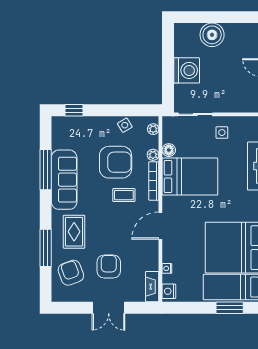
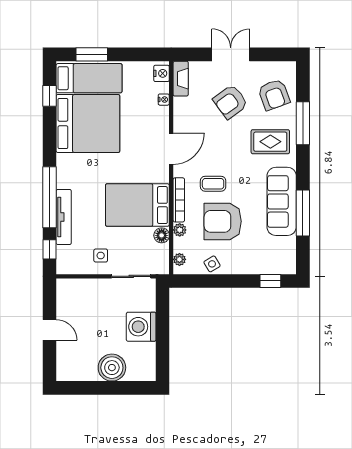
rug: (74, 232) -> (270, 142), turned 90
armchair: (109, 266) -> (230, 102), turned 54

